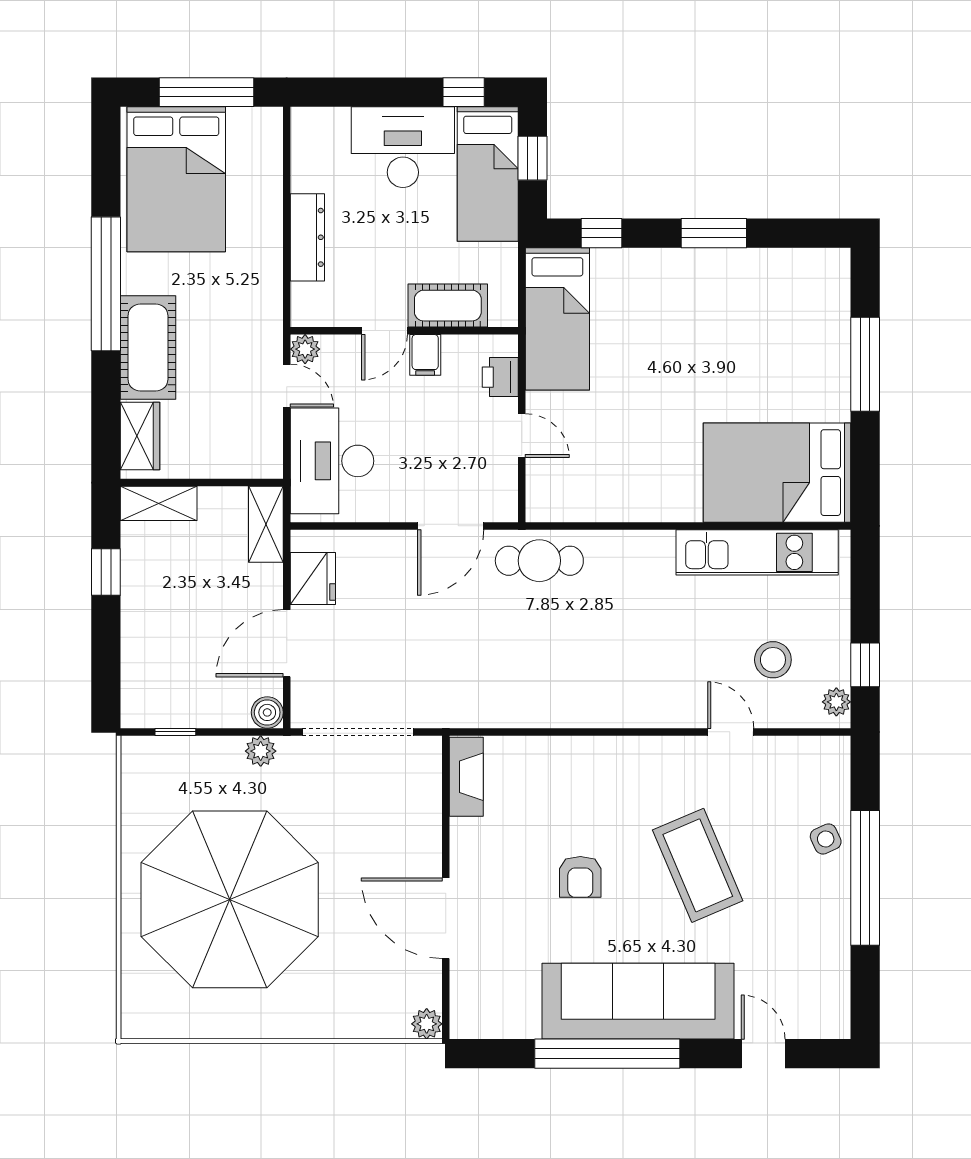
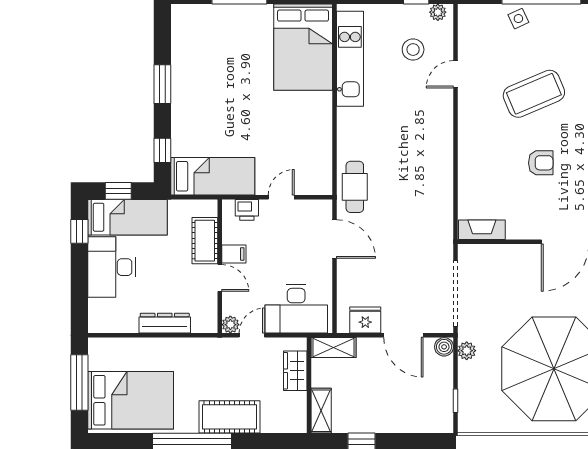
wardrobe: (140, 436) -> (295, 371), moved, turned -90

